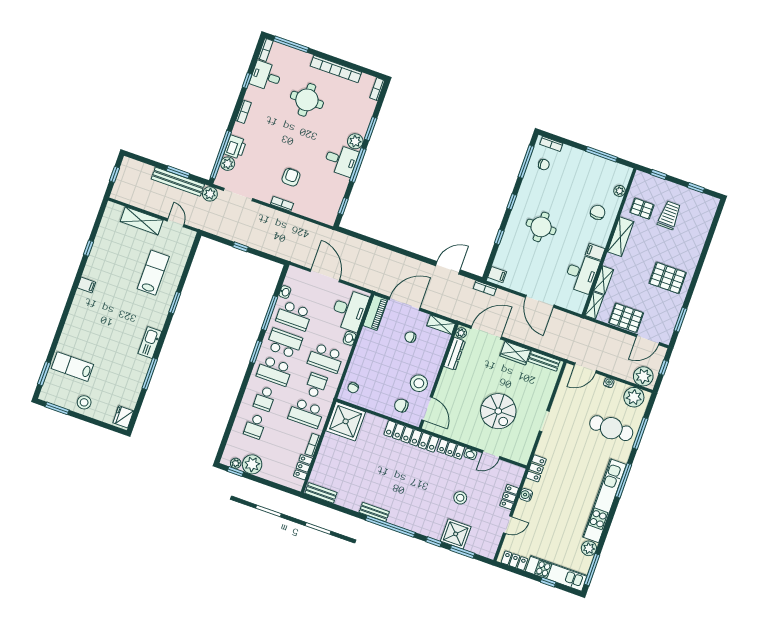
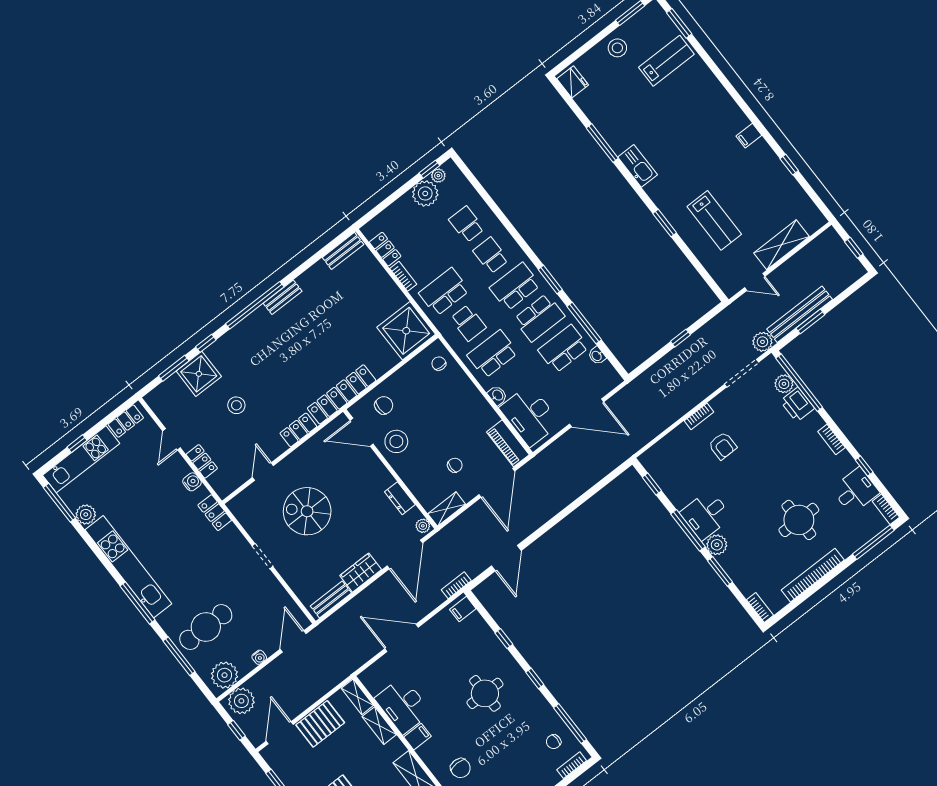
dresser: (455, 354) -> (400, 498), width x0.70
washbasin: (470, 454) -> (279, 449), removed

